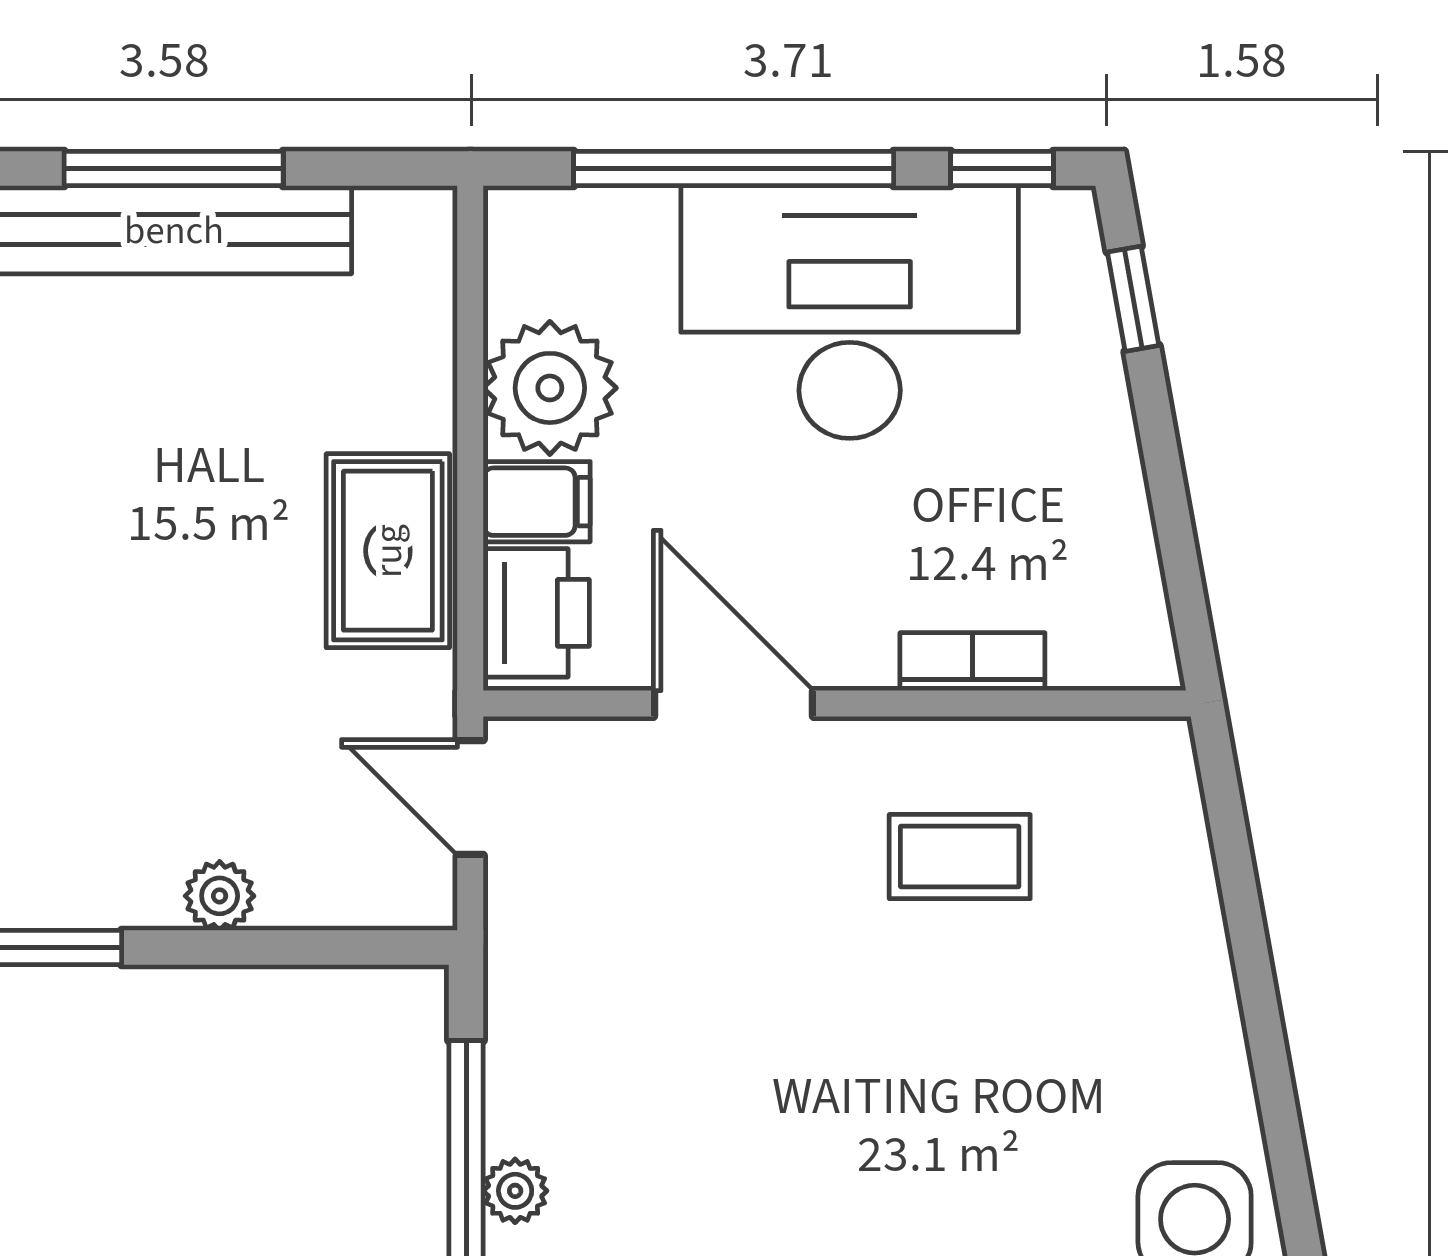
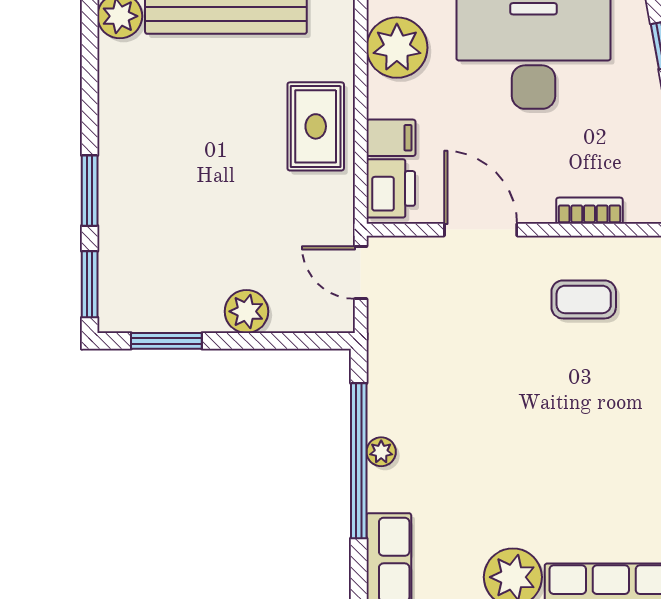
plant: (550, 388) -> (397, 48), moved
rug: (388, 551) -> (316, 126), moved
plant: (220, 896) -> (246, 311), width x1.38, depth x1.38

